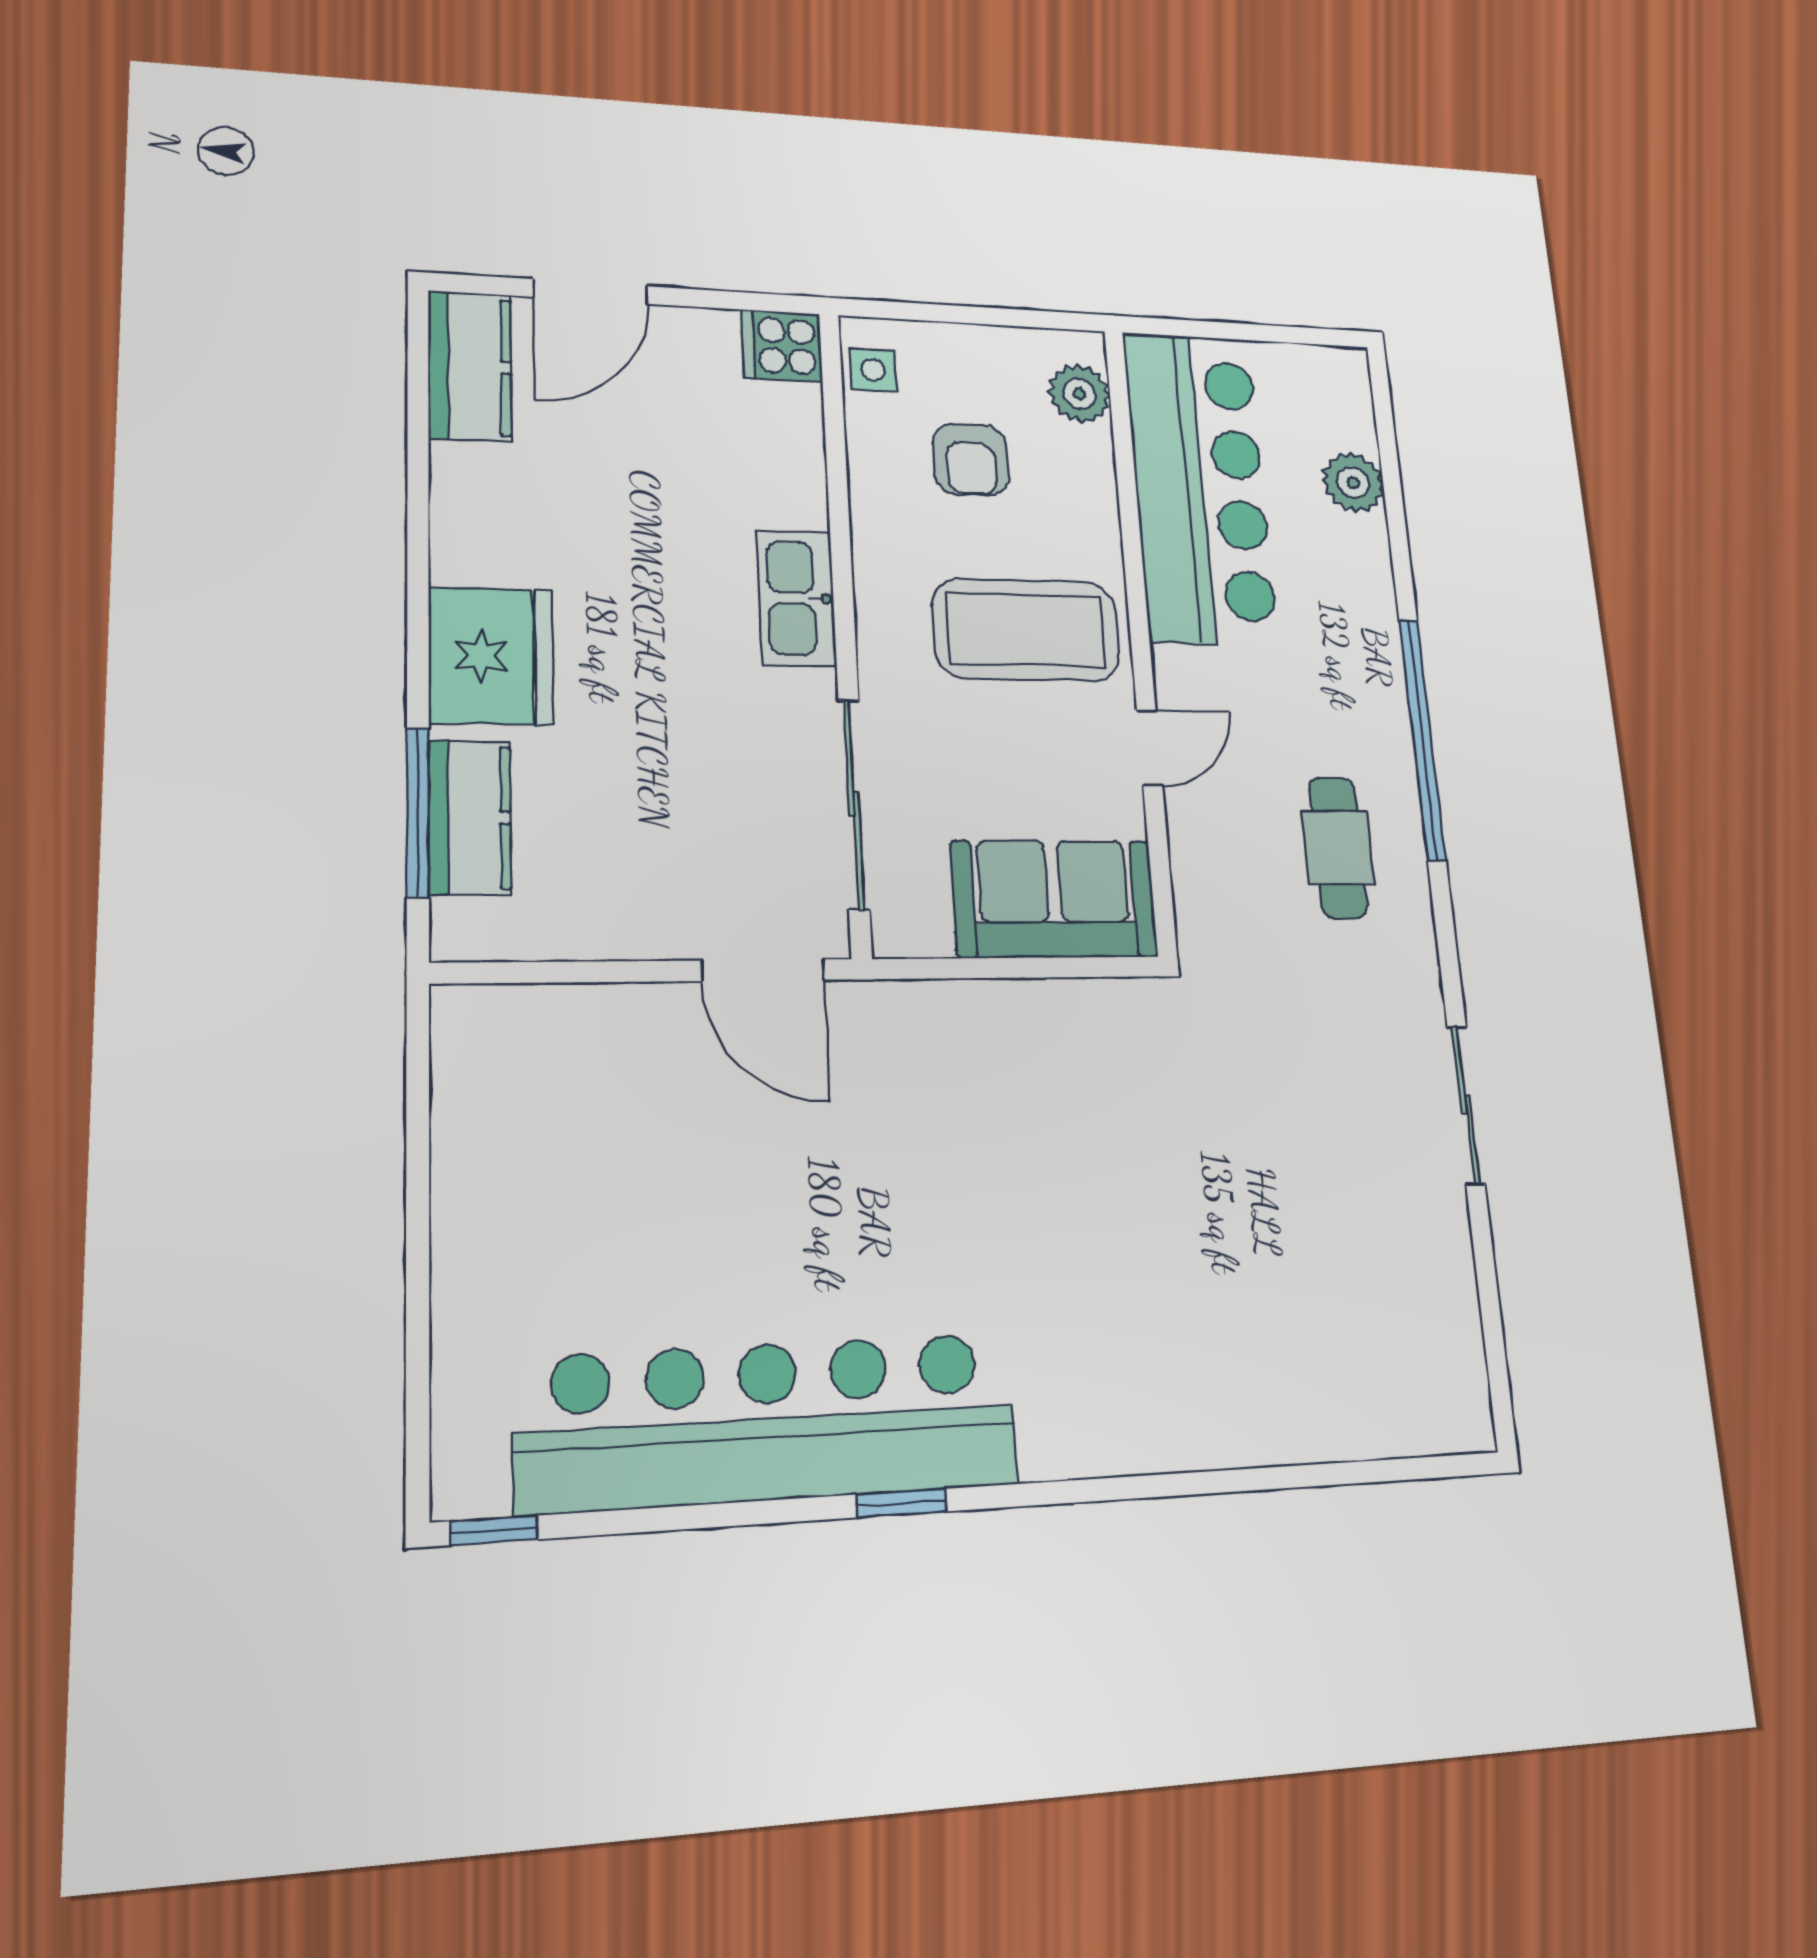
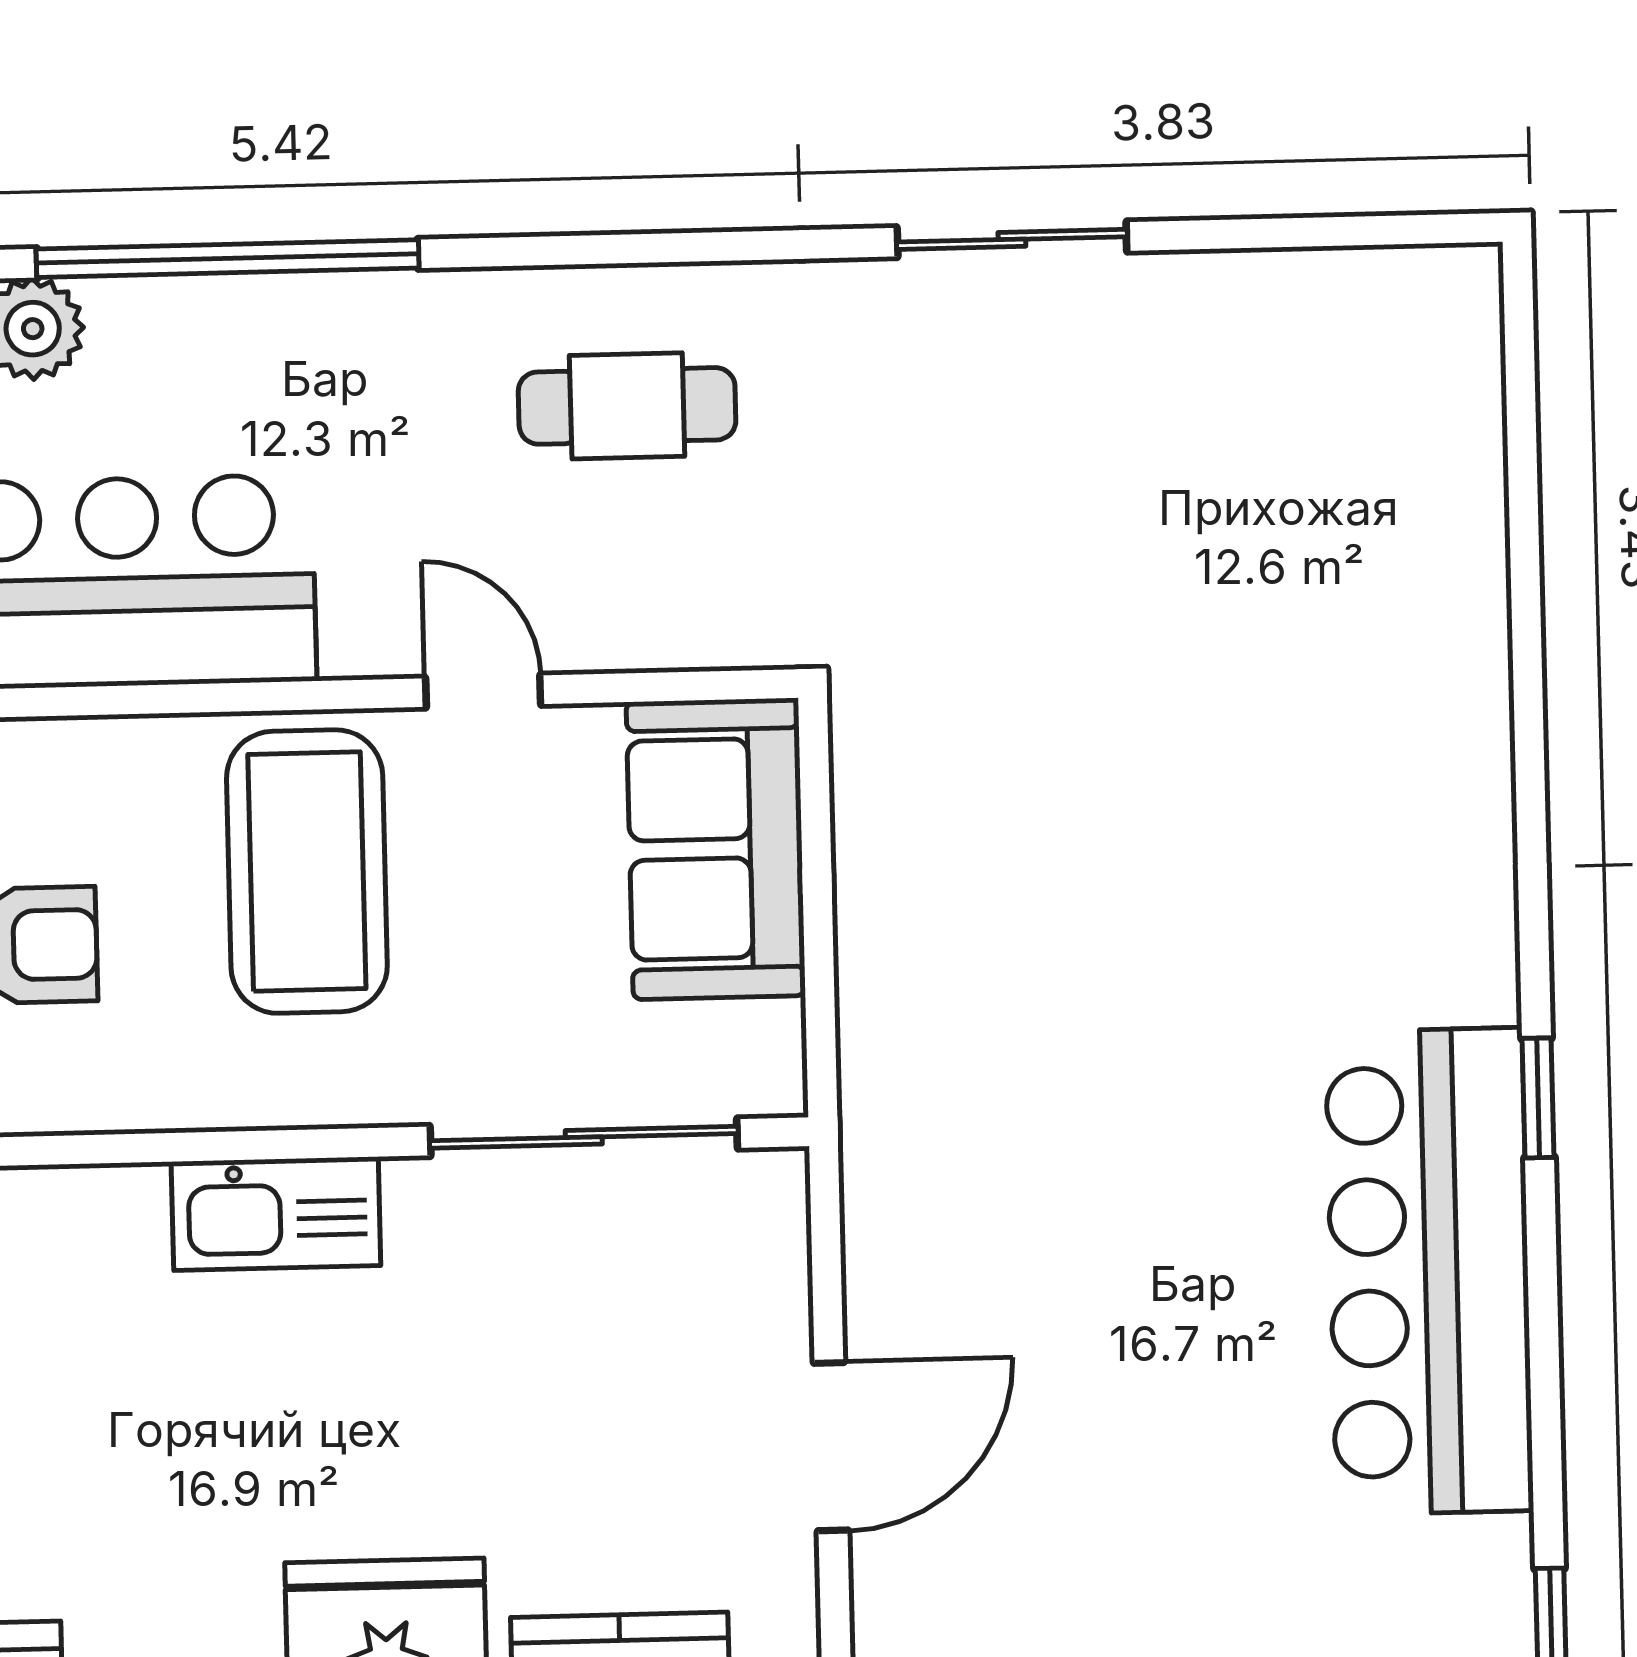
window: (1422, 739) -> (228, 259), moved
door: (763, 970) -> (831, 1447), moved
bar counter: (769, 1422) -> (1429, 1271), width x0.73

